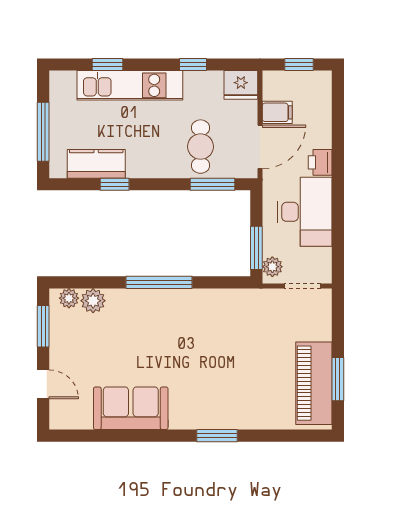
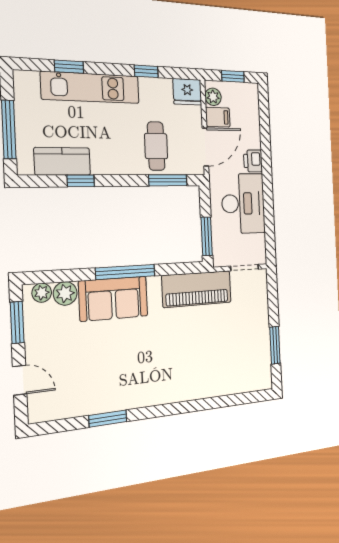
plant: (272, 267) -> (213, 97), moved
piano: (314, 383) -> (197, 289), moved, turned -90
sofa: (131, 408) -> (113, 299), moved, turned 180
window: (217, 436) -> (108, 419), moved

